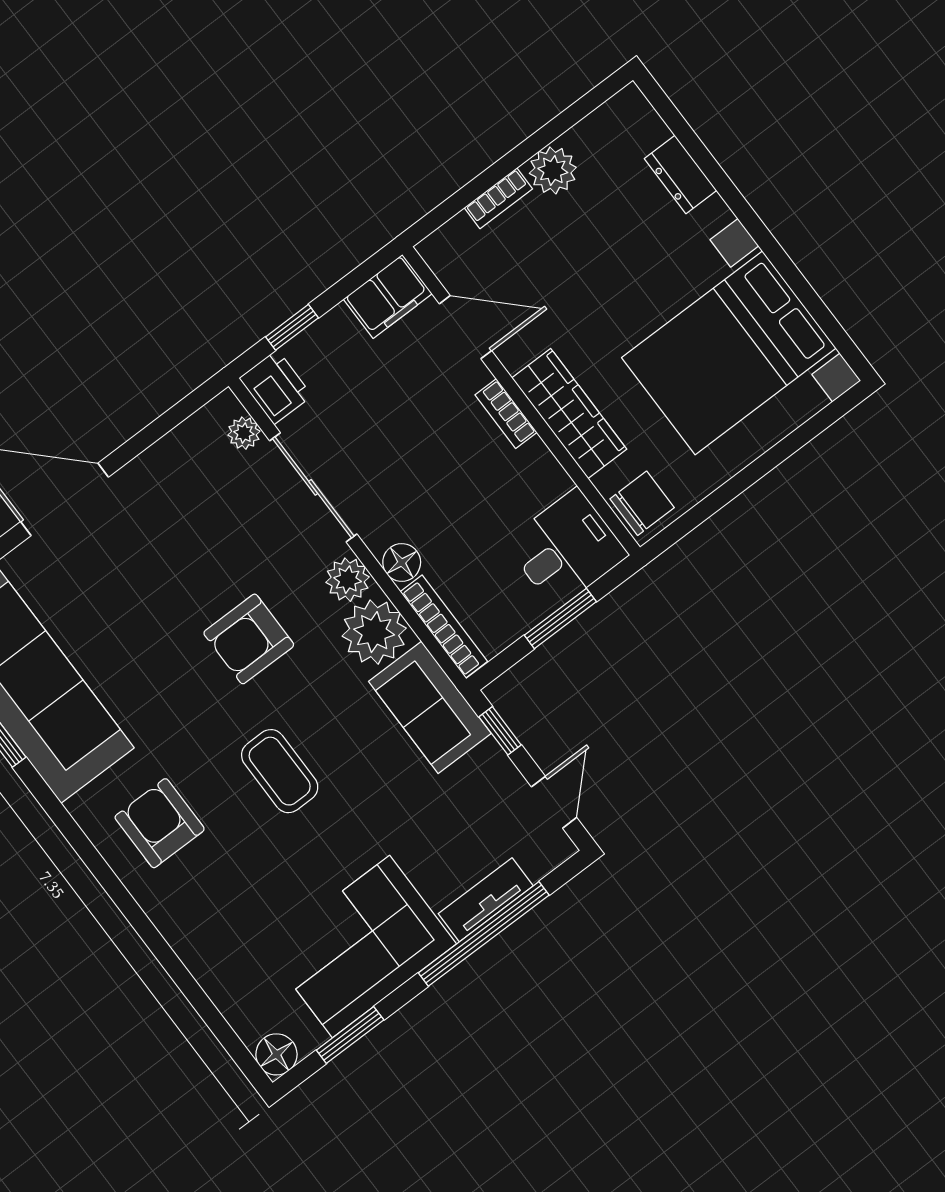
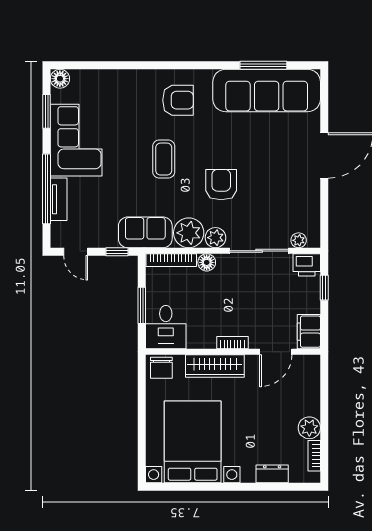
bookcase: (498, 198) -> (314, 456), moved
coffee table: (280, 771) -> (164, 159), turned 90

